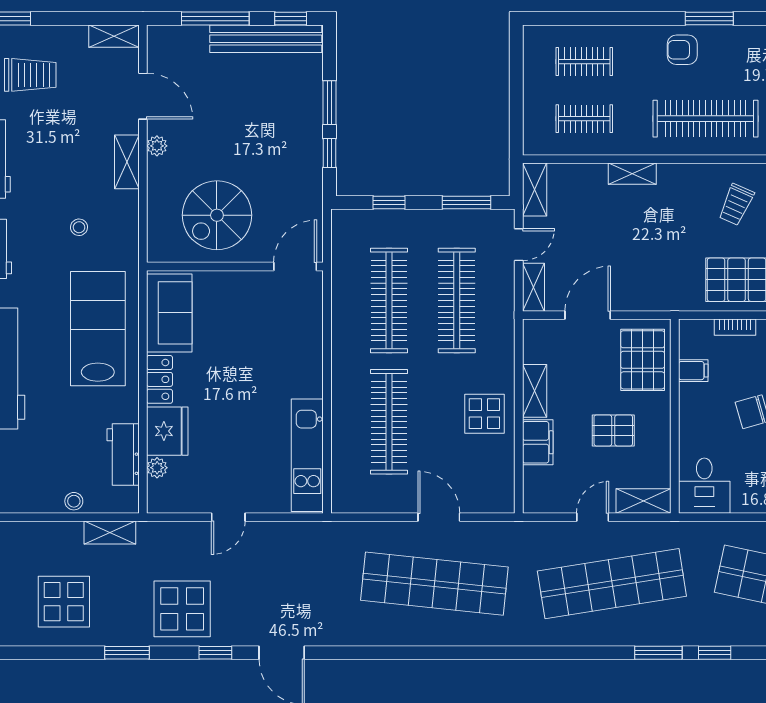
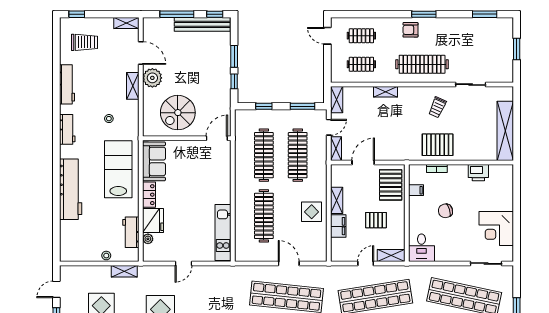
door: (516, 62) -> (327, 36), added
plant: (157, 146) -> (152, 78), width x1.87, depth x1.87

